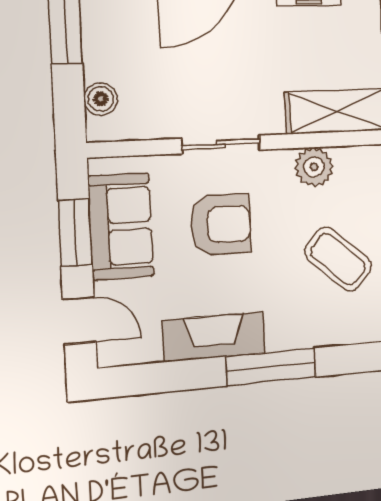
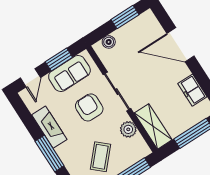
sliding door: (221, 144) -> (117, 92), width x1.37
armchair: (221, 225) -> (89, 107), turned 180

